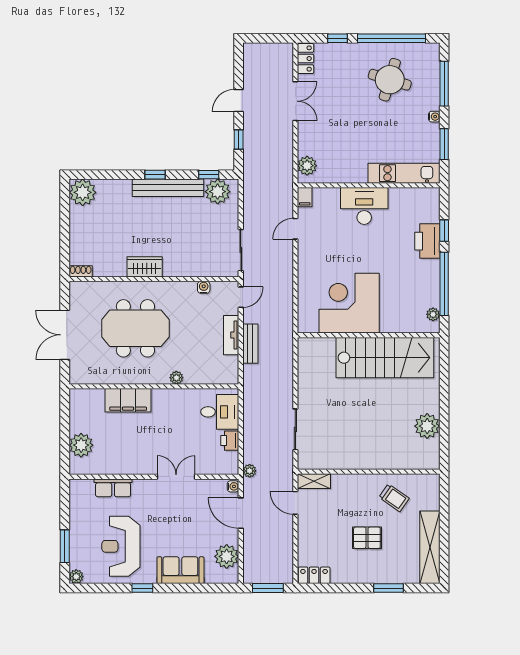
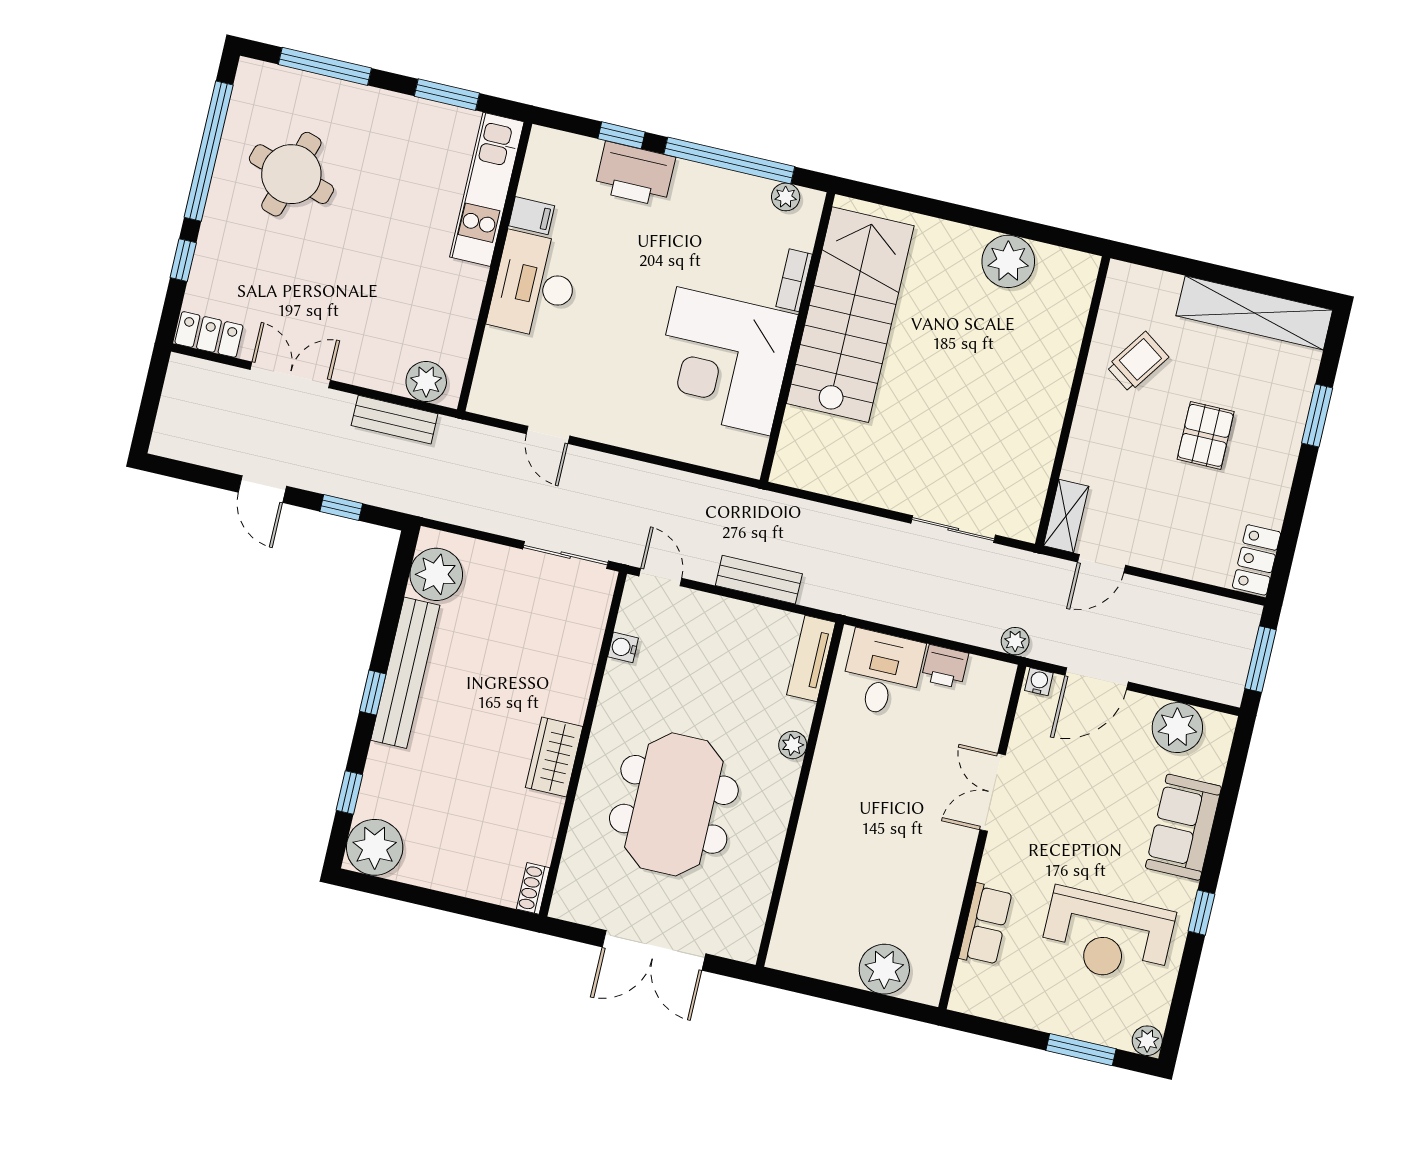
water cooler: (434, 117) -> (387, 102), removed
bench: (286, 155) -> (395, 420), added
window: (209, 175) -> (349, 792), moved
filing cabinet: (305, 197) -> (532, 216), moved
bookcase: (395, 328) -> (794, 280), added
tv unit: (231, 335) -> (811, 659), moved, turned 90
filing cabinet: (128, 400) -> (816, 853), removed

